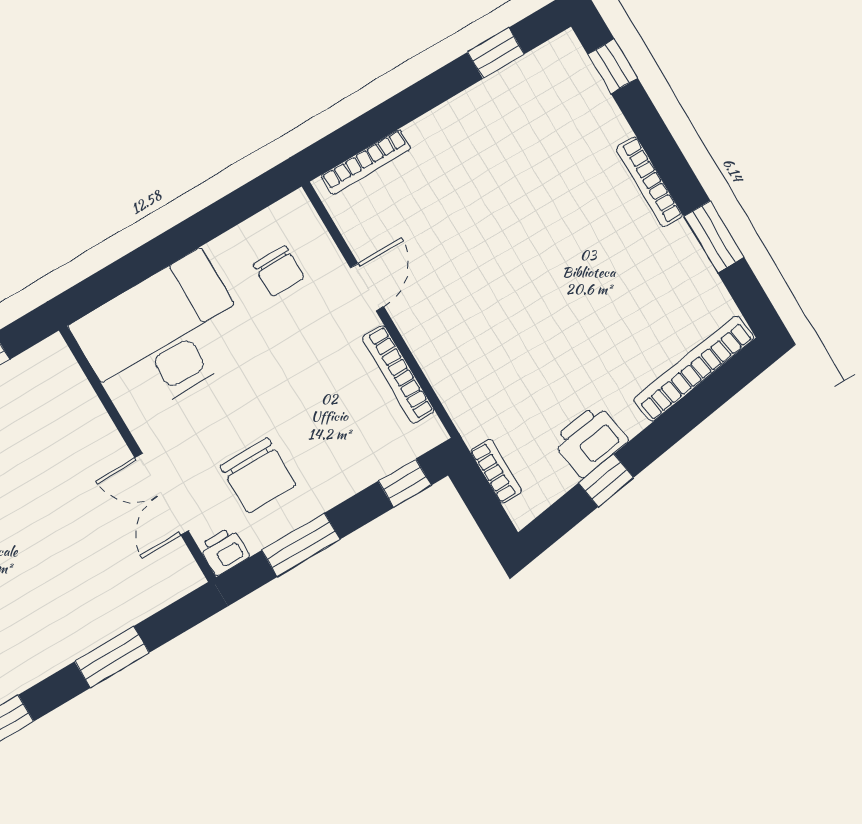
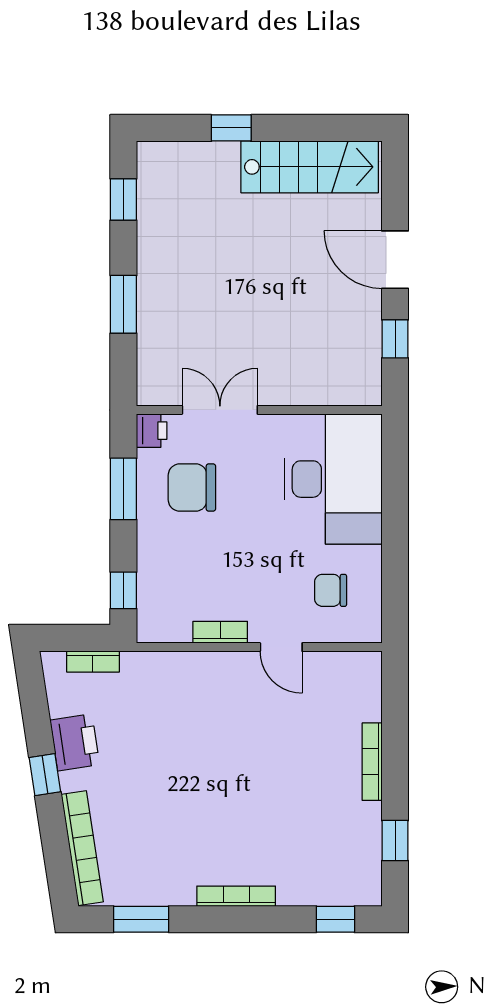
bookcase: (366, 162) -> (372, 762), moved
window: (714, 237) -> (141, 919), moved
bookcase: (398, 374) -> (220, 632), width x0.64
window: (606, 480) -> (45, 775), moved

